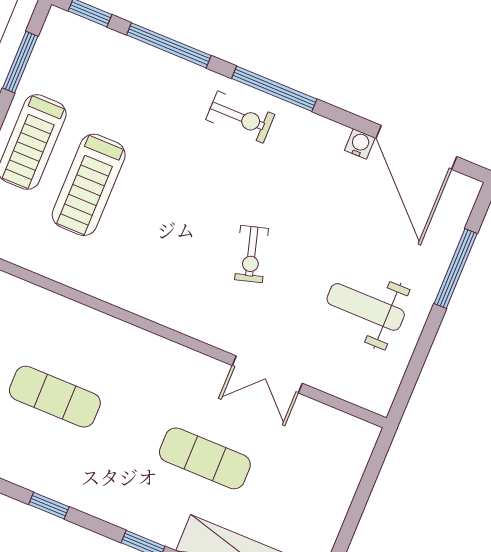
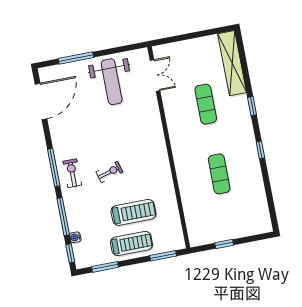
water cooler: (360, 144) -> (75, 237), moved
exercise bike: (251, 254) -> (109, 172), moved
weight bench: (366, 307) -> (112, 82), width x1.36, depth x1.33
double door: (267, 374) -> (155, 75), moved

